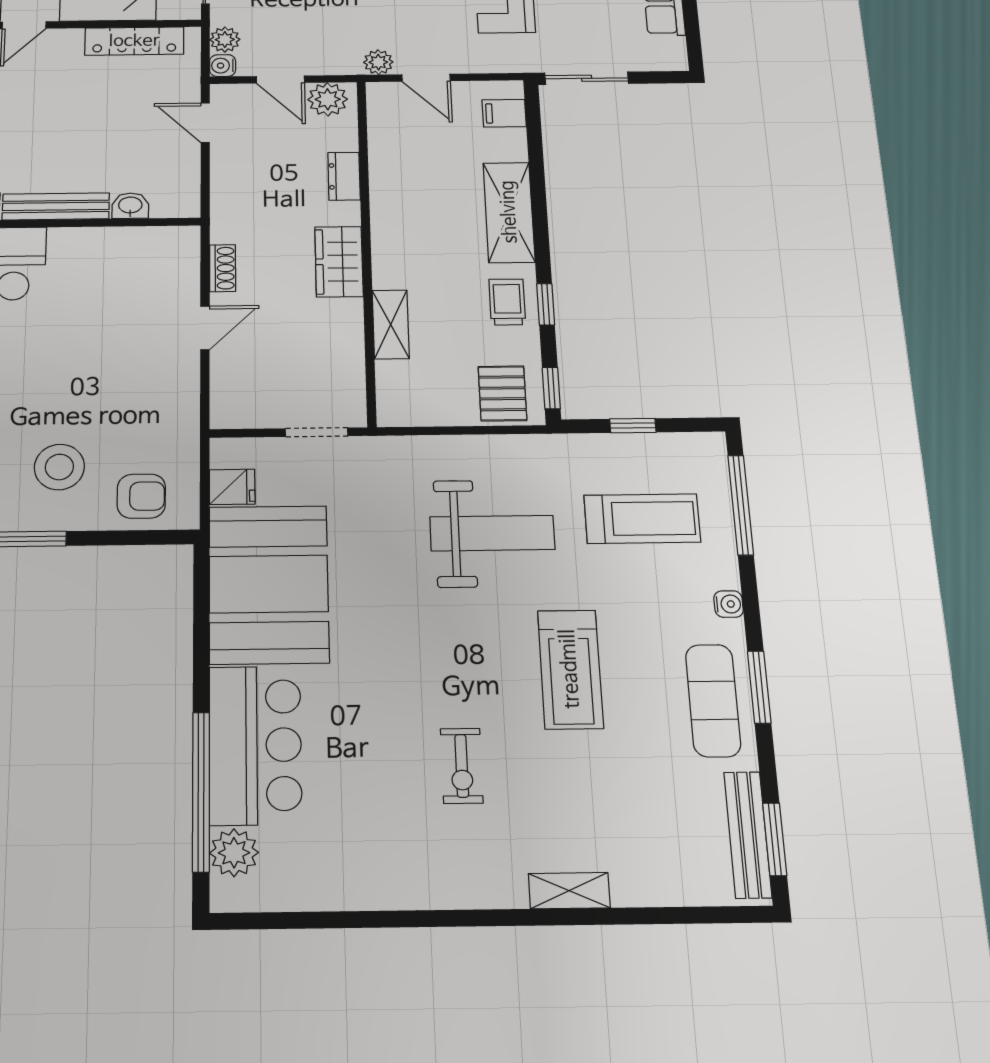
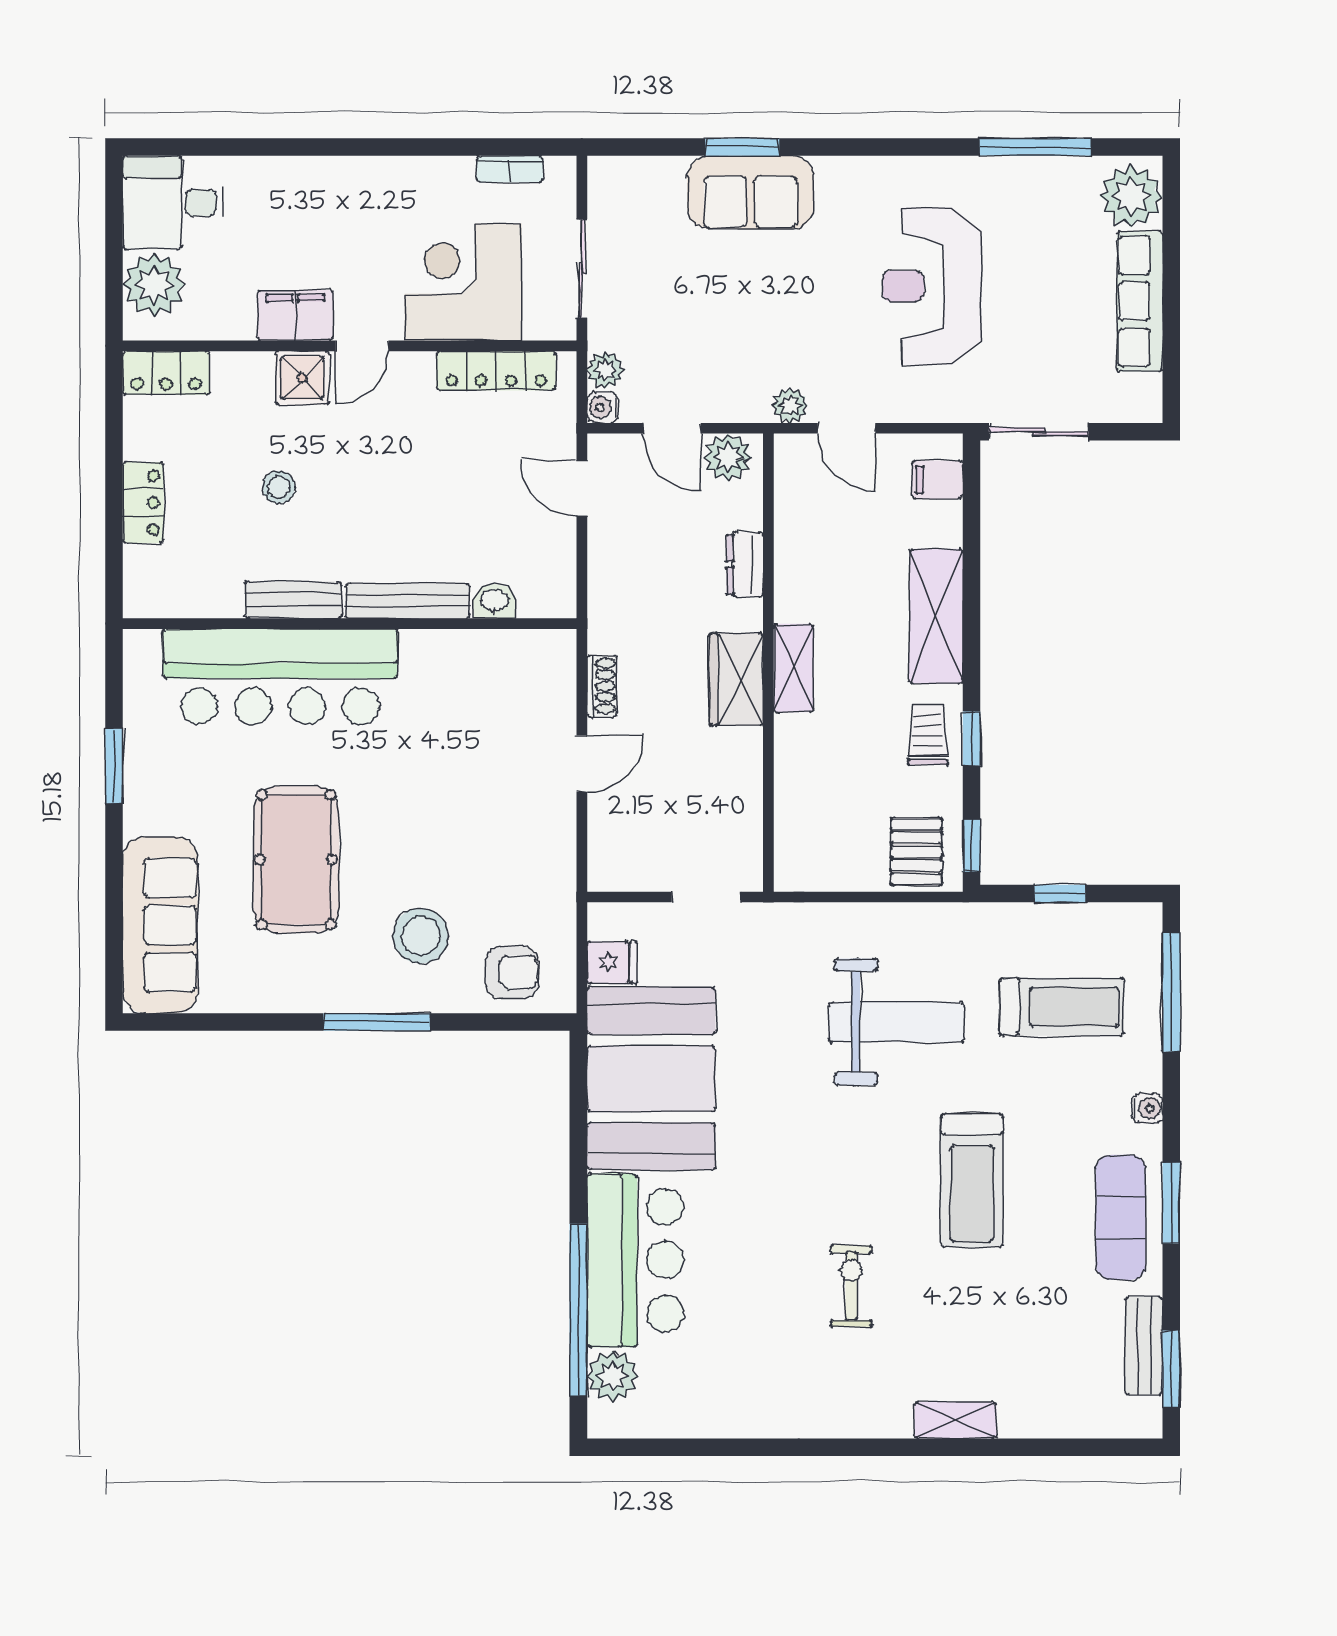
shelving: (391, 324) -> (794, 668), moved
exercise bike: (462, 766) -> (851, 1286), turned 180
bench: (748, 835) -> (1144, 1346), width x0.73

